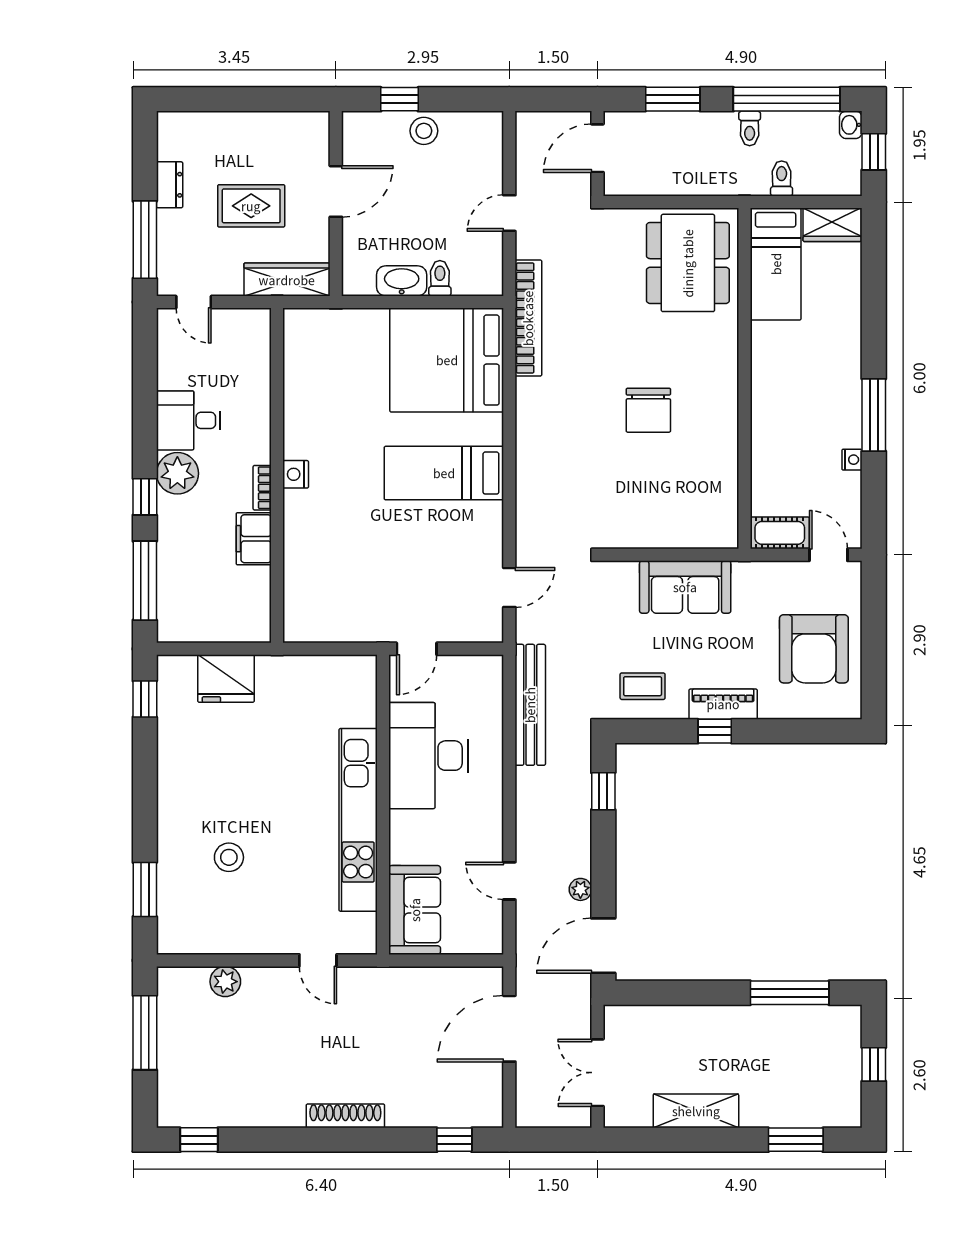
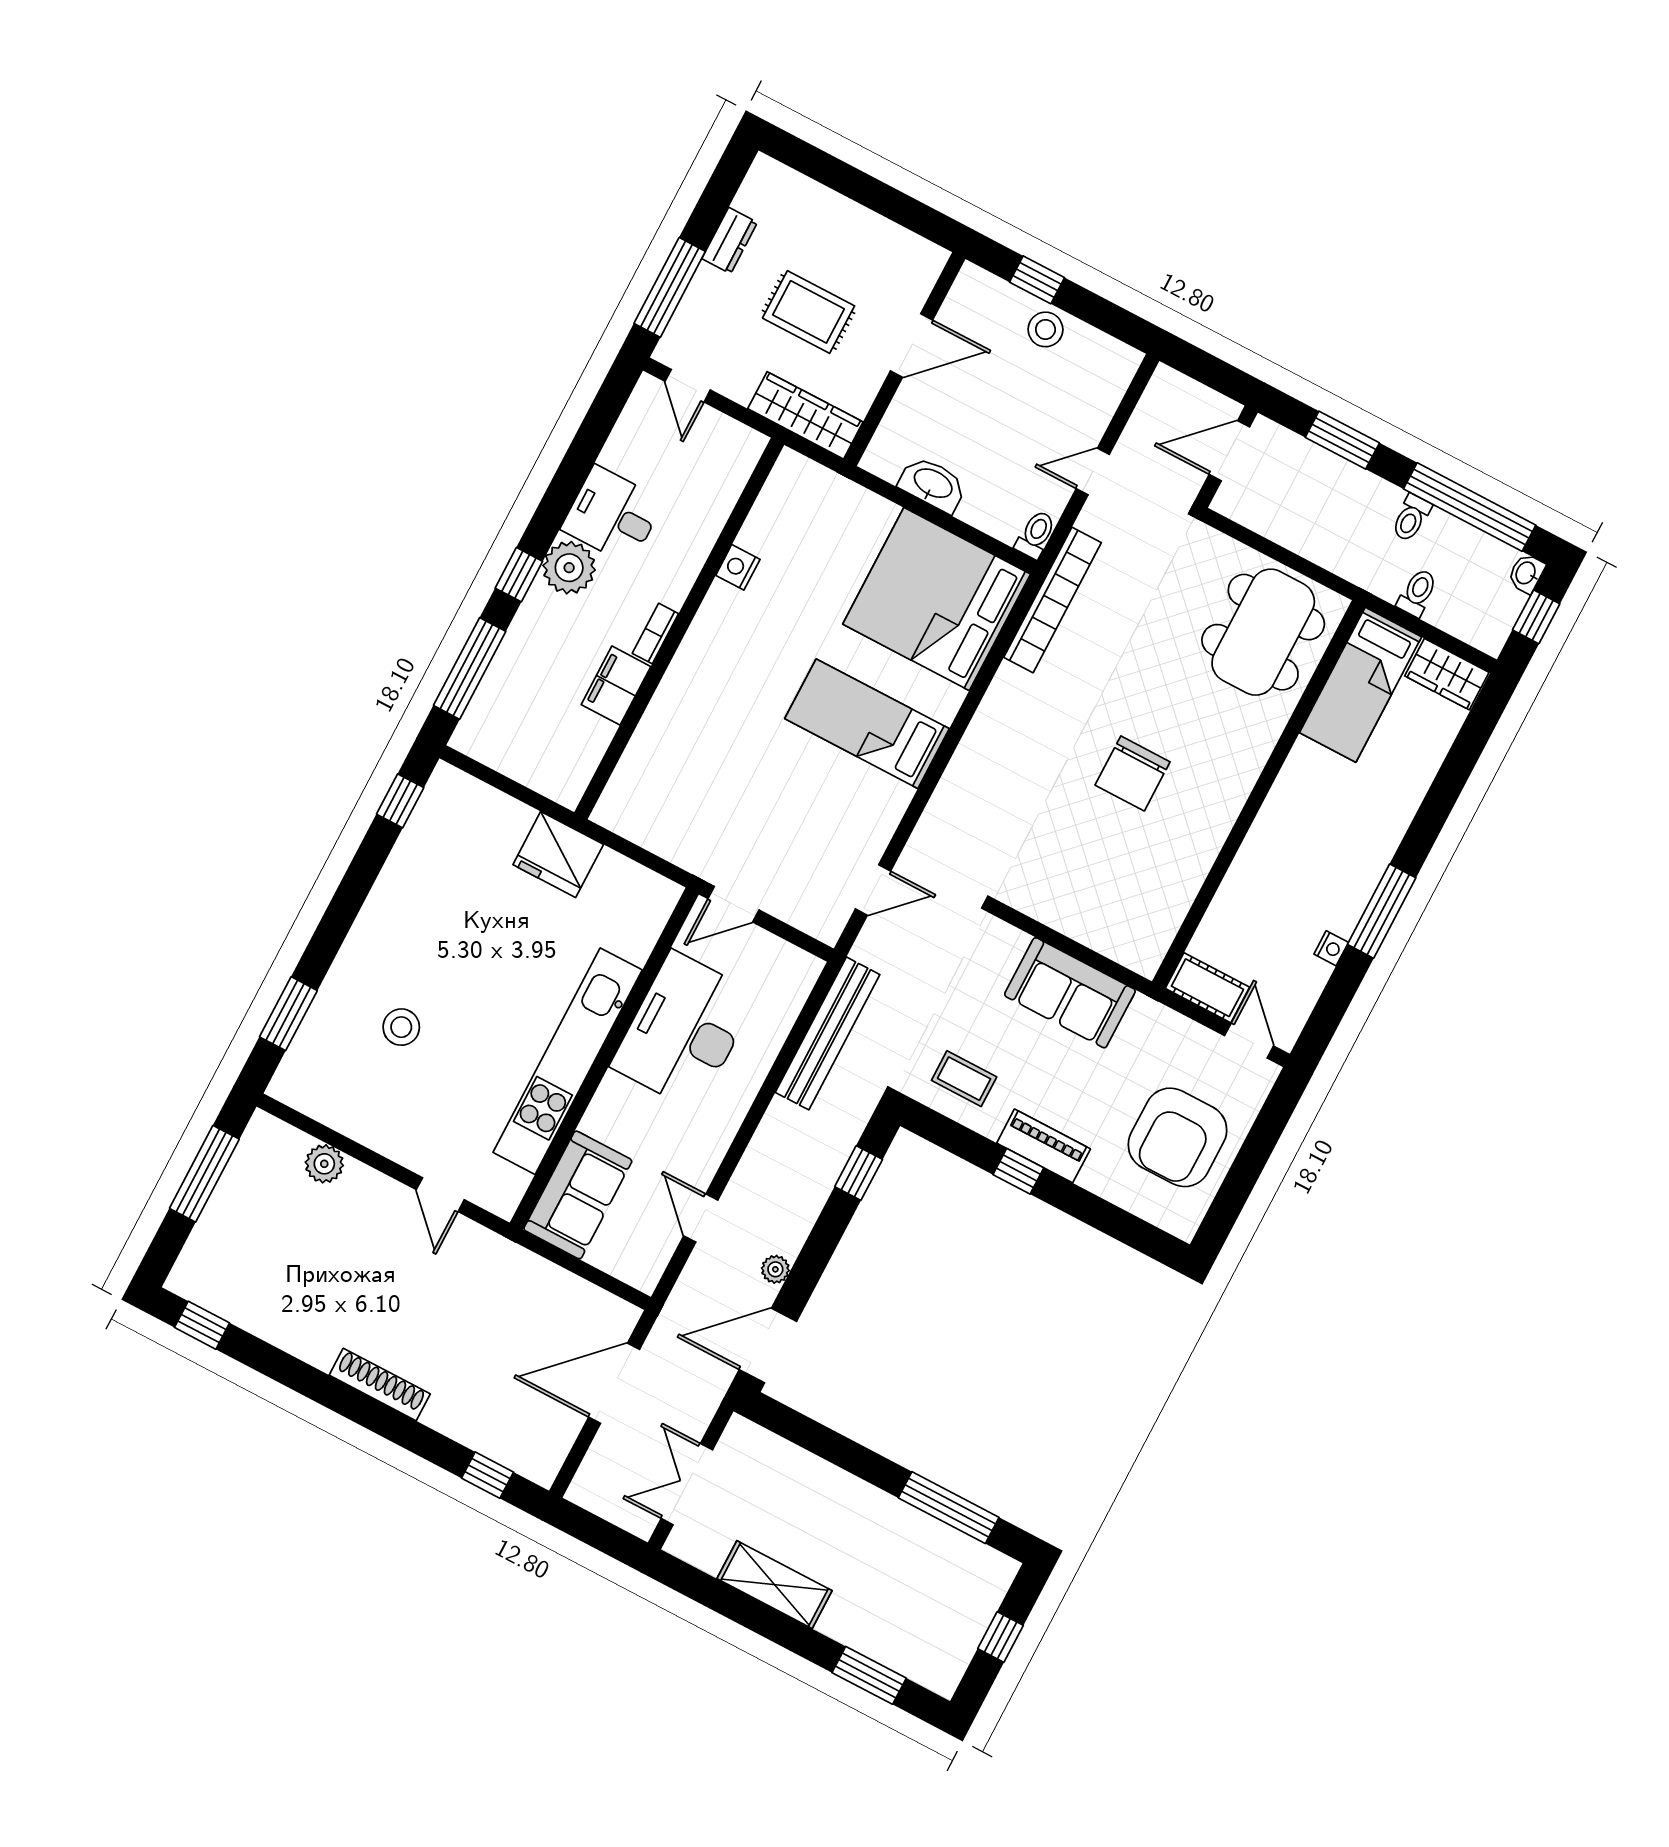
toilet: (440, 278) -> (1036, 535), moved
nightstand: (296, 474) -> (738, 567), moved
fridge: (226, 679) -> (558, 855), moved

